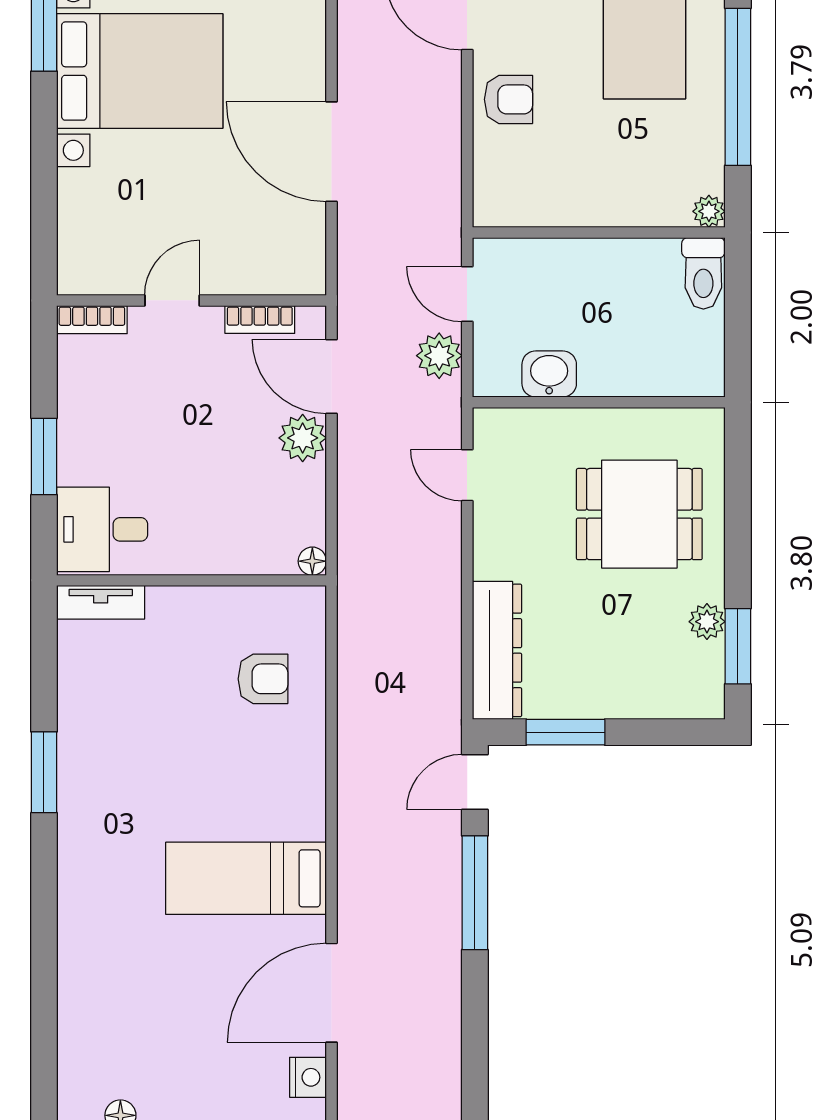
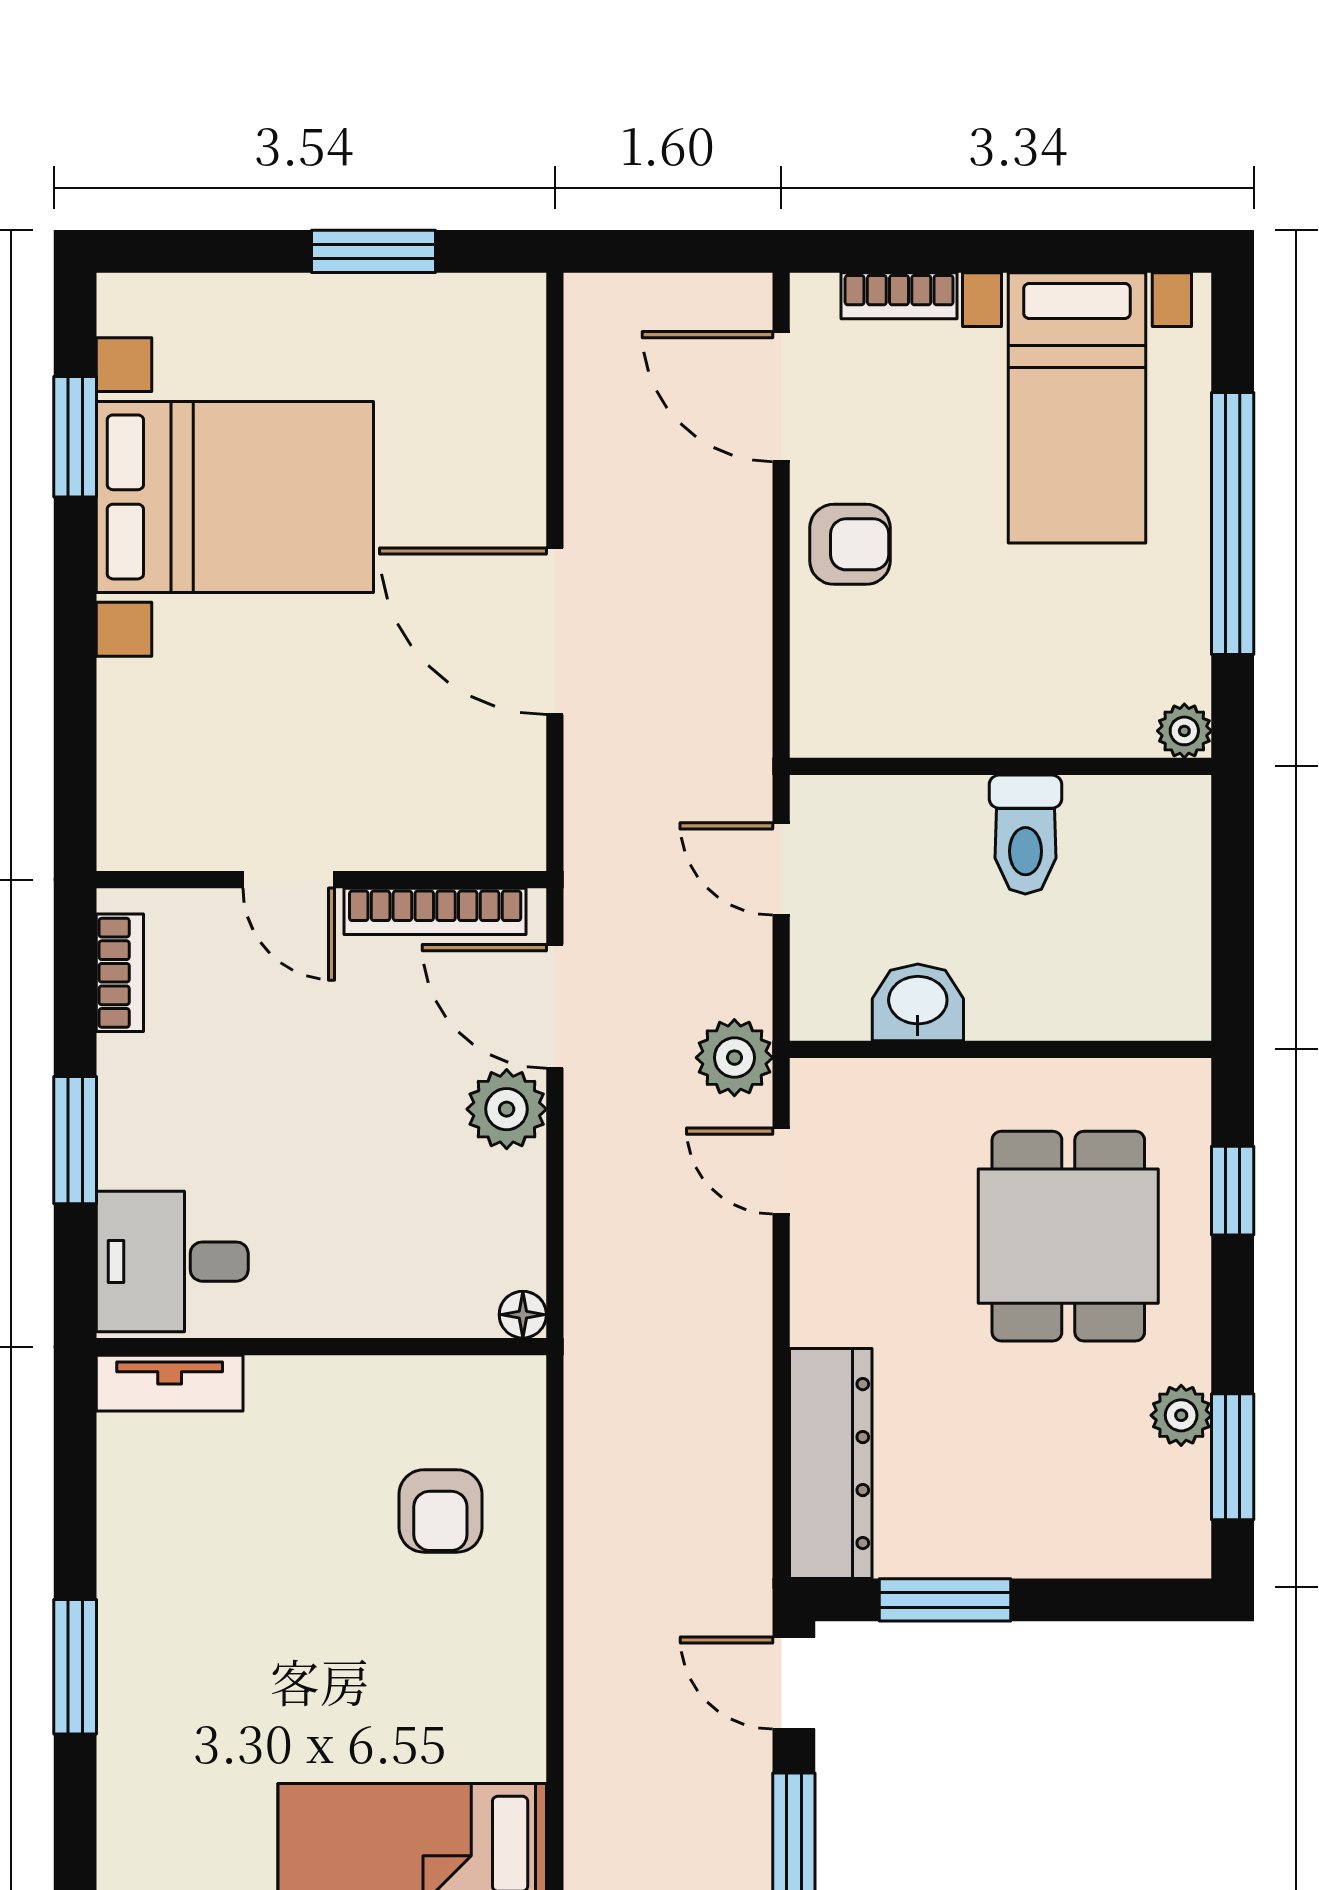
toilet: (703, 273) -> (1025, 834), moved
door: (172, 300) -> (289, 880), swing flipped
bookcase: (260, 319) -> (435, 911), width x1.56
bookcase: (92, 320) -> (120, 973), moved, turned -90
plant: (439, 356) -> (734, 1058), moved
window: (738, 487) -> (1233, 1191), added
dining table: (639, 514) -> (1068, 1236), turned 90
armchair: (263, 679) -> (440, 1511), turned 90
door: (475, 782) -> (794, 1683), hinge flipped

